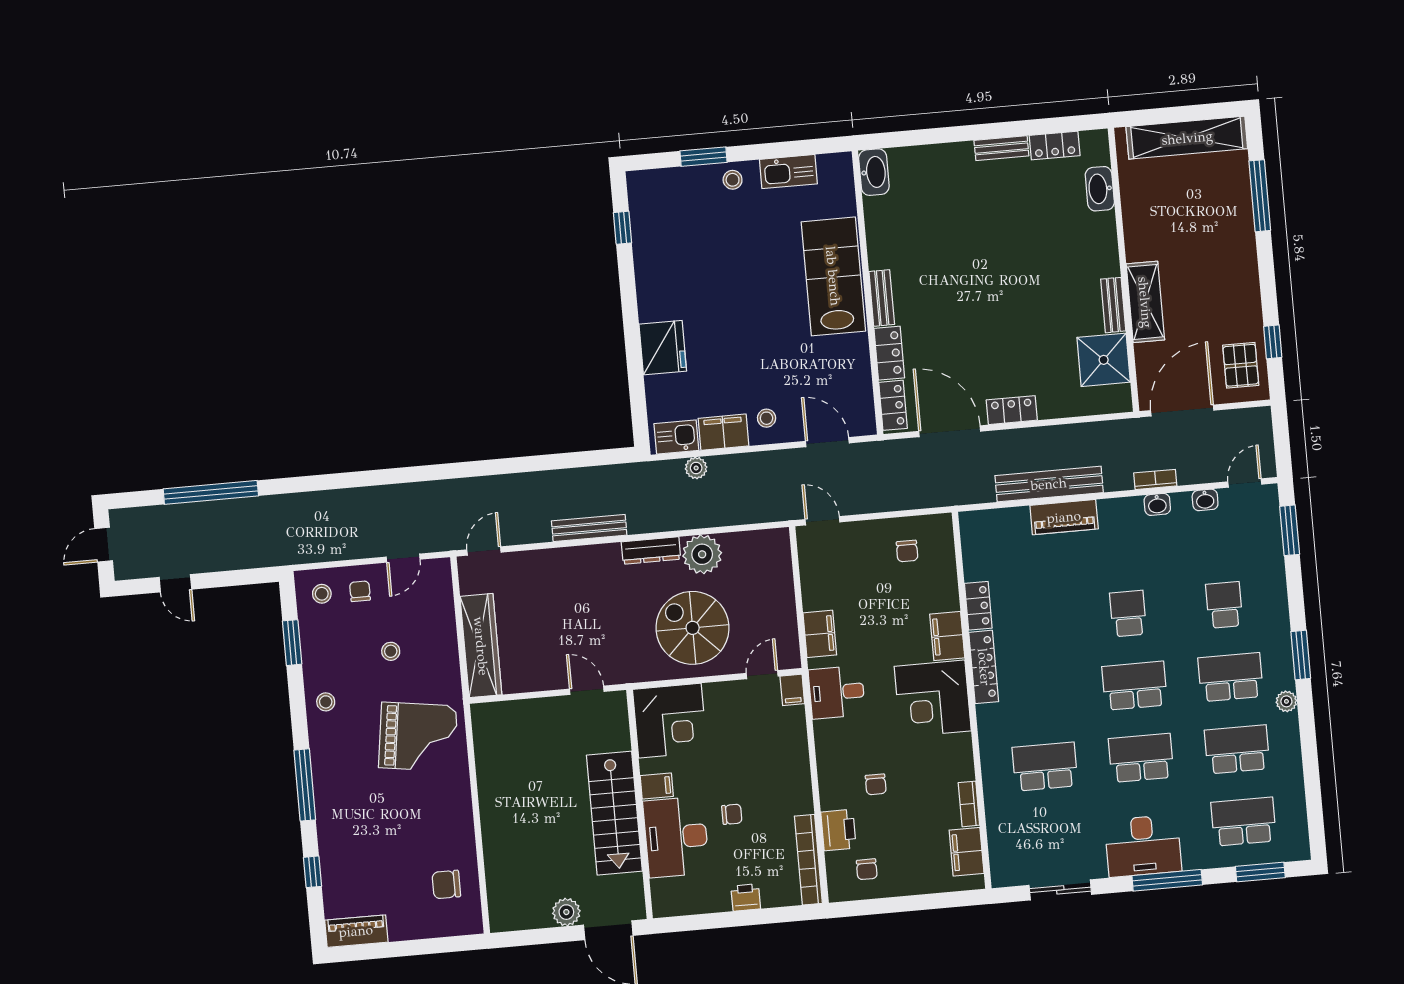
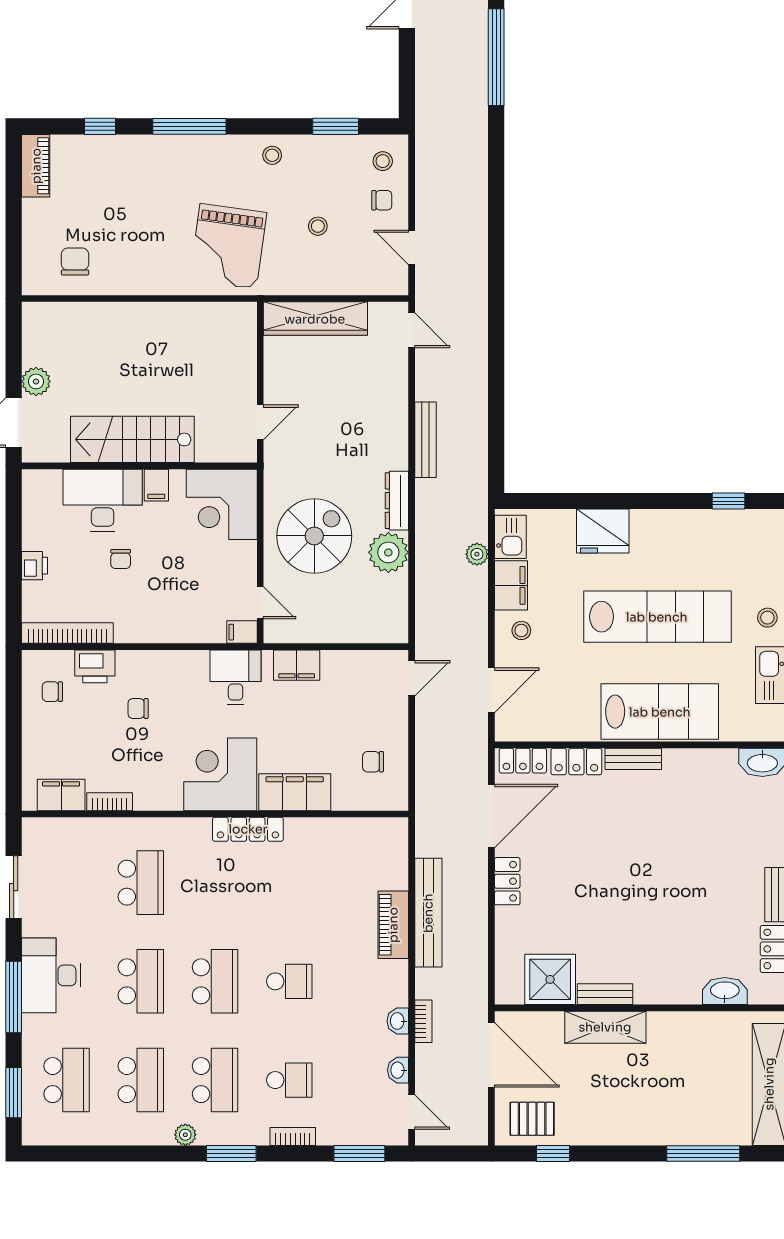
lab bench: (741, 287) -> (657, 617), added
bookcase: (1279, 597) -> (293, 1136), added
locker: (978, 606) -> (311, 829), removed
filing cabinet: (947, 636) -> (295, 792), width x1.50, depth x1.17

